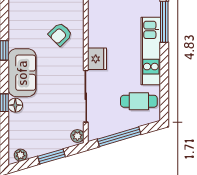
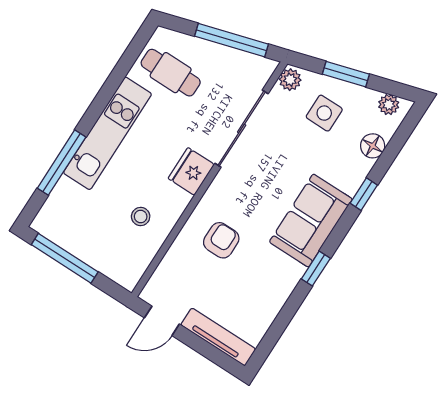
stool: (108, 20) -> (141, 217), added
armchair: (60, 34) -> (221, 240), turned -45
floor lamp: (15, 105) -> (373, 146), moved
side table: (50, 130) -> (324, 113), added

